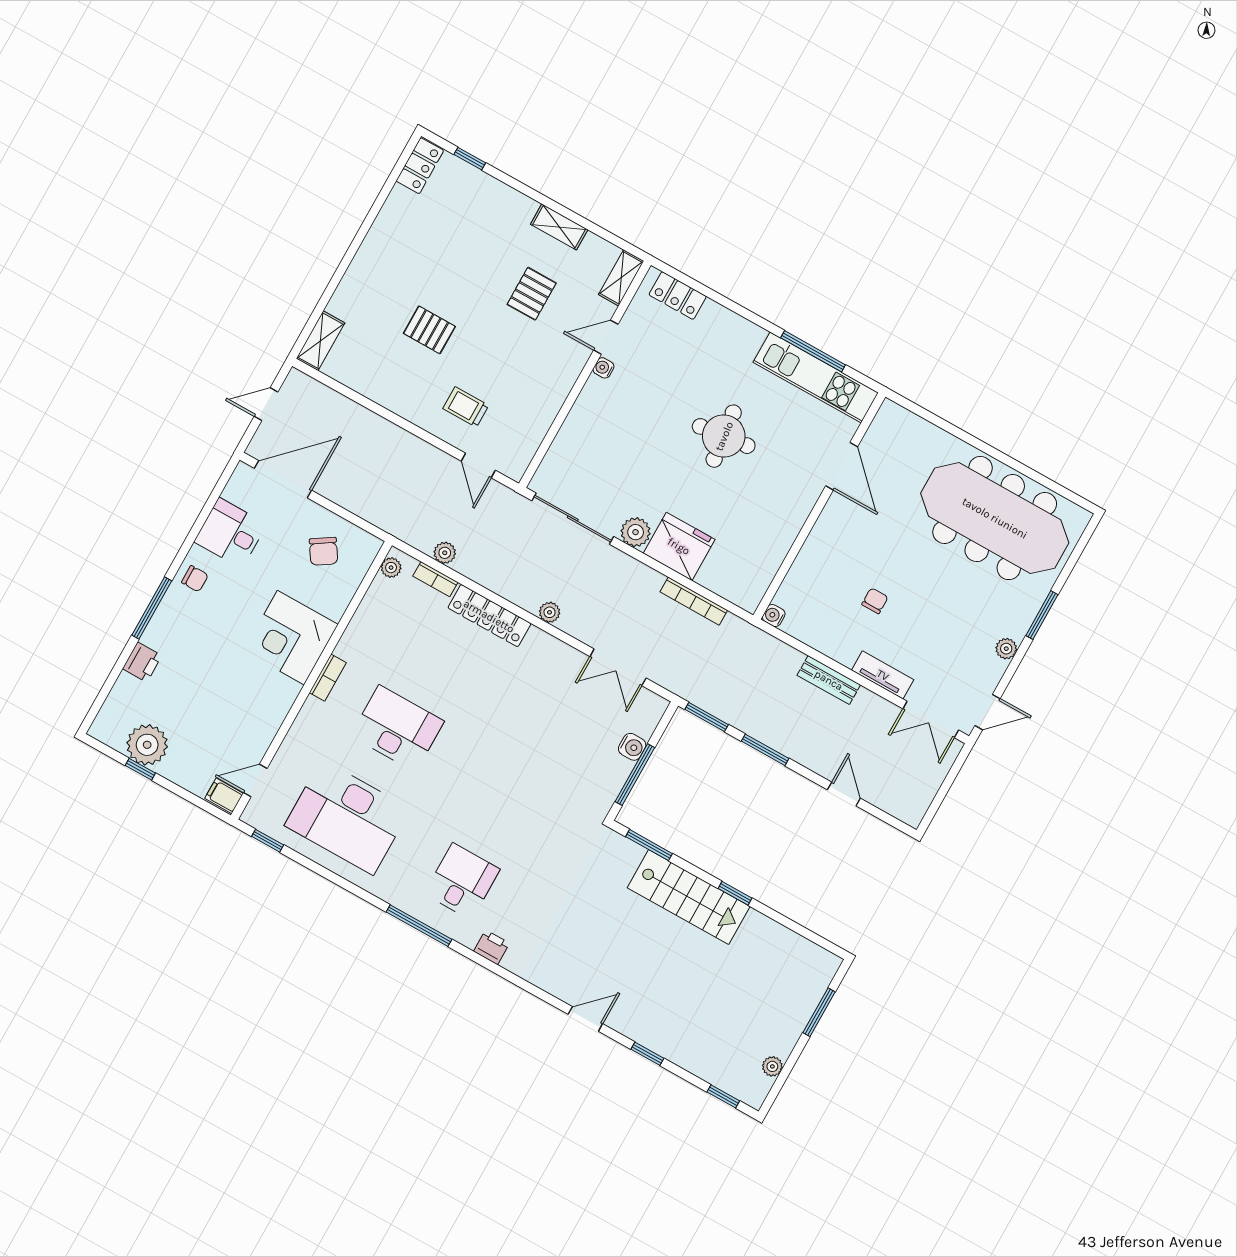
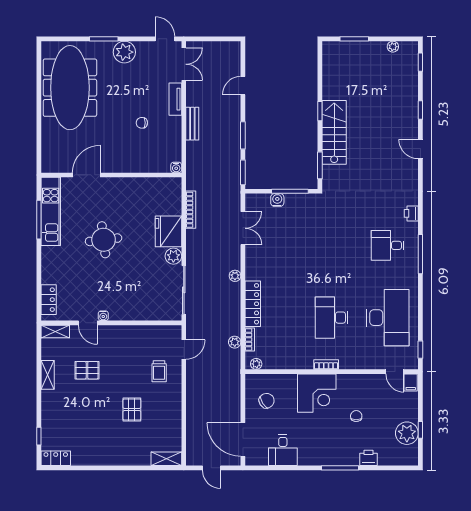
chair: (195, 579) -> (356, 416), moved
plant: (1006, 649) -> (124, 52), width x1.88, depth x1.88

